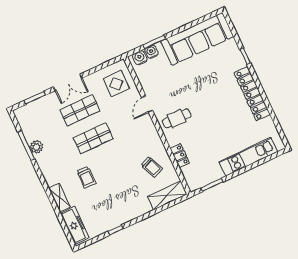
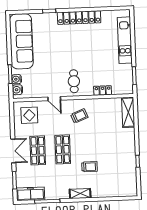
plant: (36, 147) -> (51, 194), removed
trolley: (152, 167) -> (79, 116), moved
shelving: (59, 198) -> (80, 194), moved
freezer: (75, 225) -> (31, 194), moved

